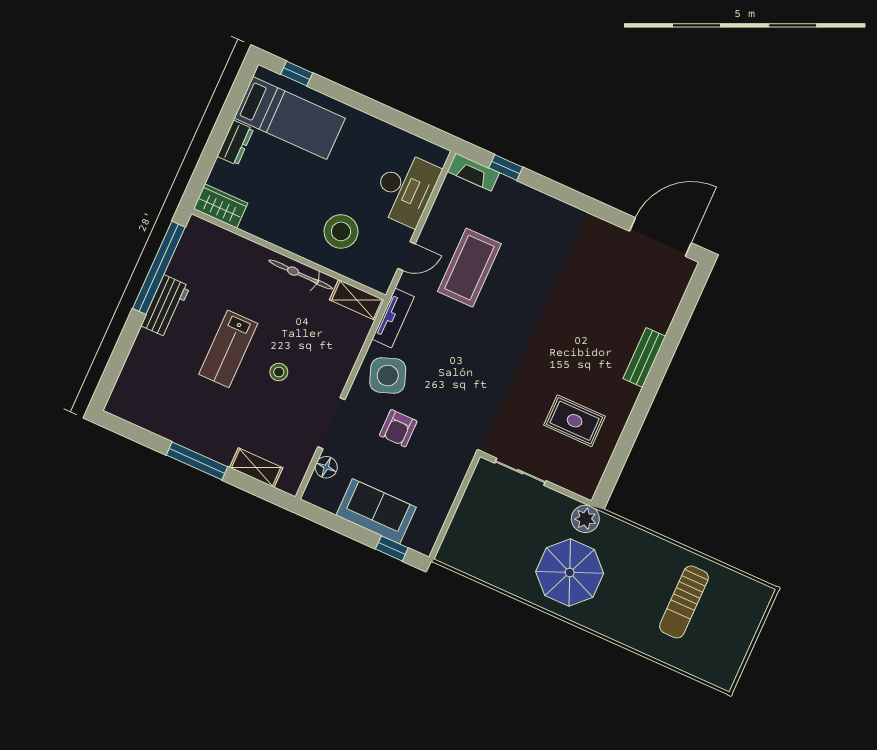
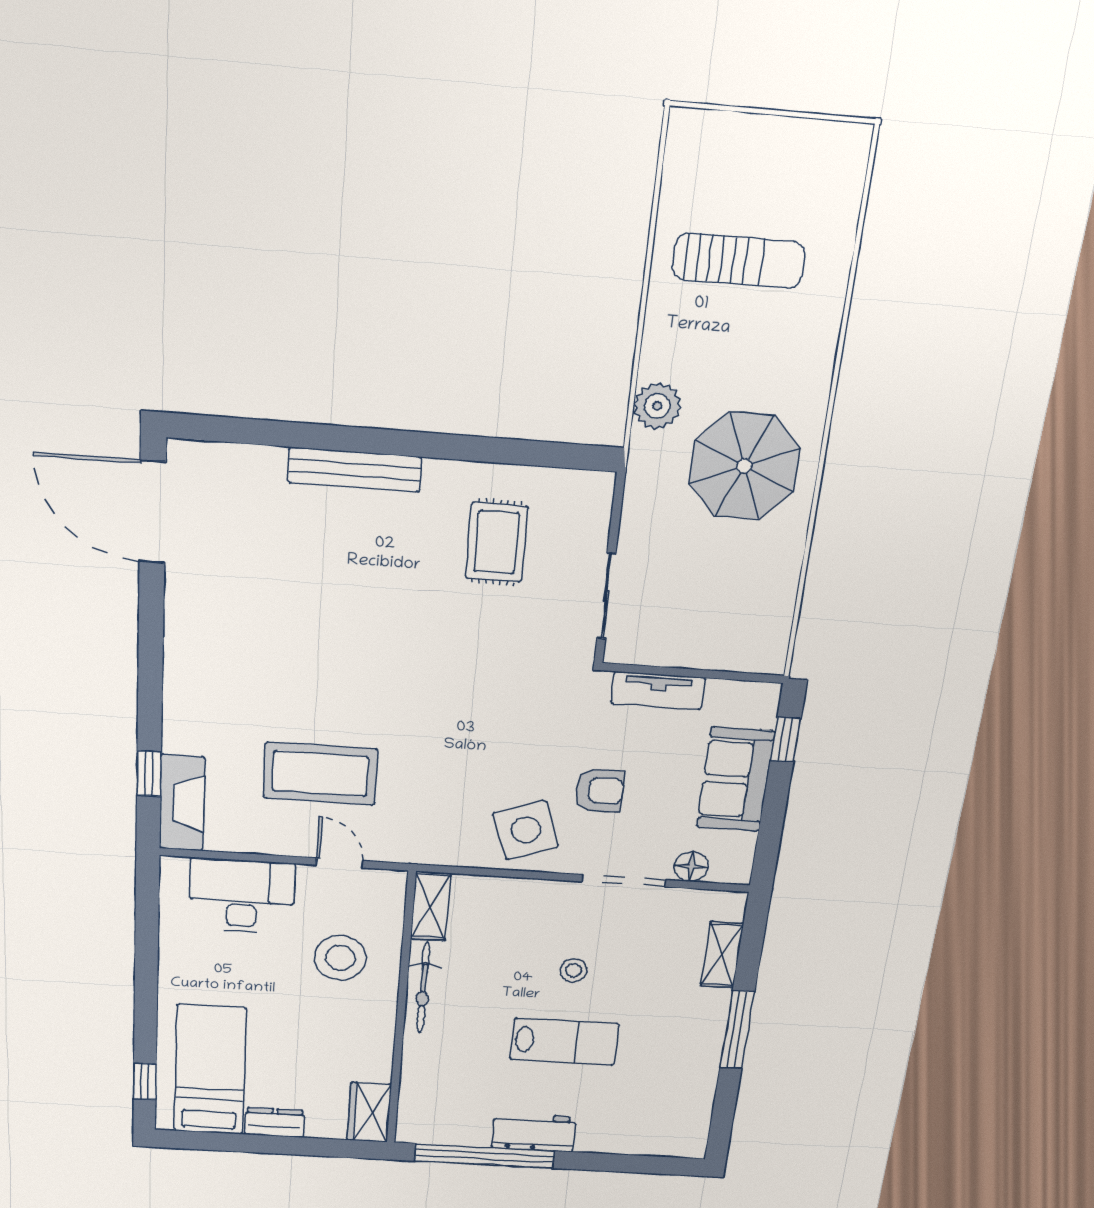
fireplace: (473, 172) -> (182, 803), width x1.37, depth x1.32
tv unit: (393, 318) -> (658, 690), moved, turned 180
bench: (644, 357) -> (355, 470), width x1.36
plant: (585, 519) -> (657, 406), moved

